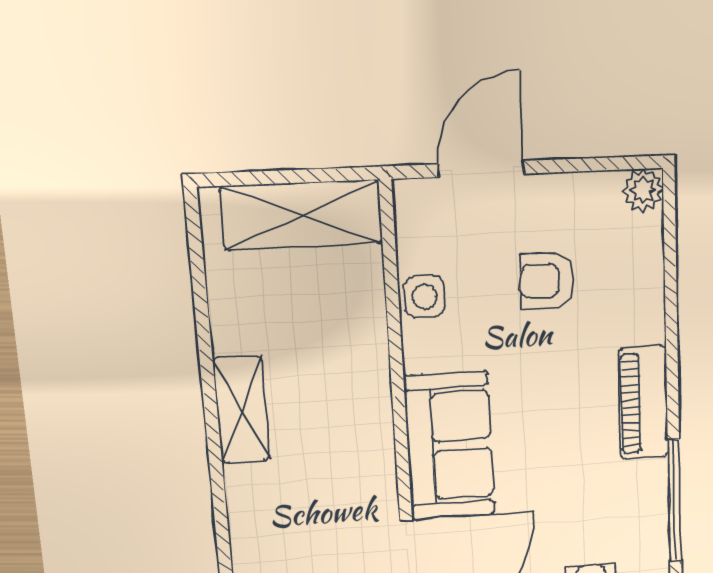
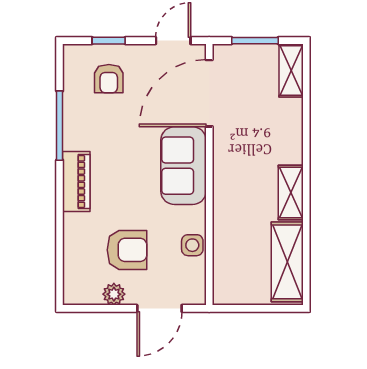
plant: (643, 190) -> (114, 294), moved
shelving: (302, 215) -> (287, 262), moved, turned 90
armchair: (547, 281) -> (127, 250), width x1.38, depth x1.38

